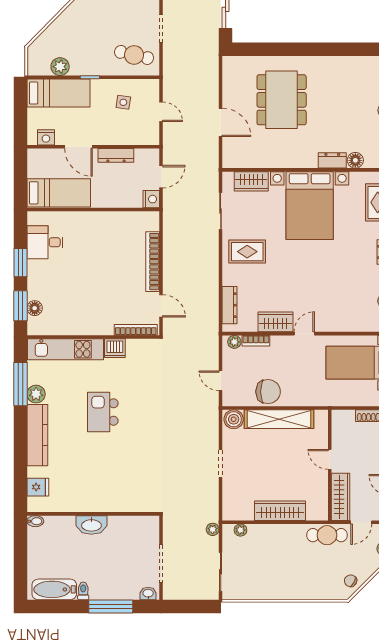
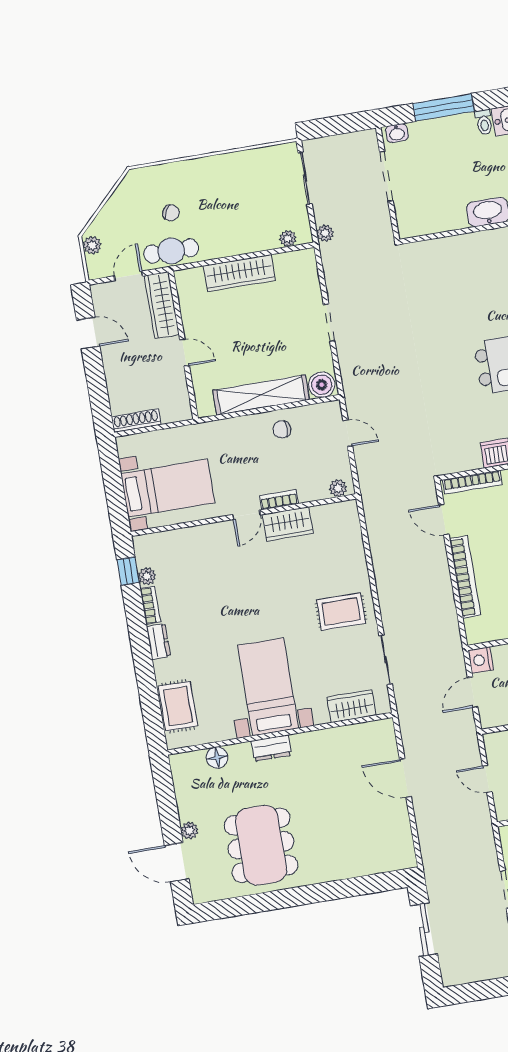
dining table: (282, 100) -> (261, 845), moved
dresser: (332, 160) -> (271, 748), moved
bed with nightstands: (310, 206) -> (268, 687), width x0.73
dresser: (230, 305) -> (353, 536), removed
bookcase: (256, 341) -> (279, 500), moved
chair: (268, 392) -> (282, 429), width x0.54, depth x0.54
chair: (351, 581) -> (171, 213), moved

